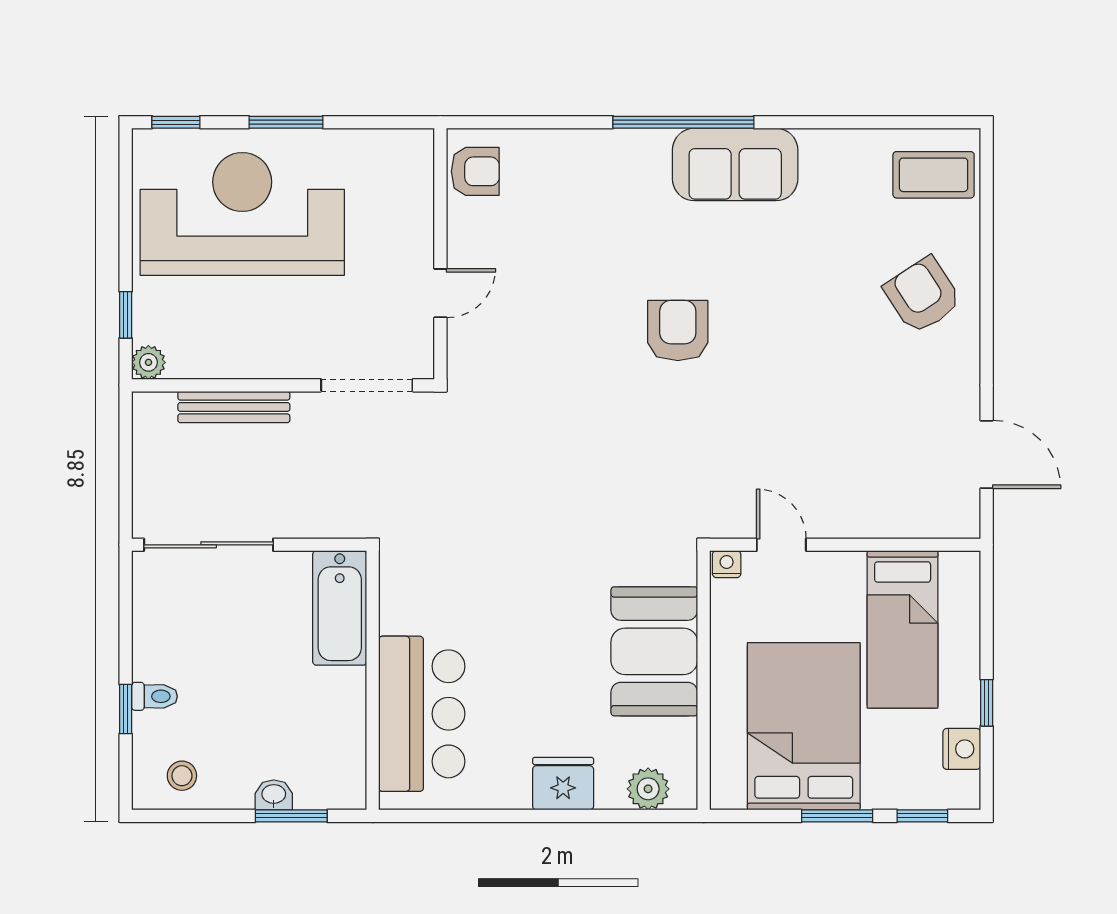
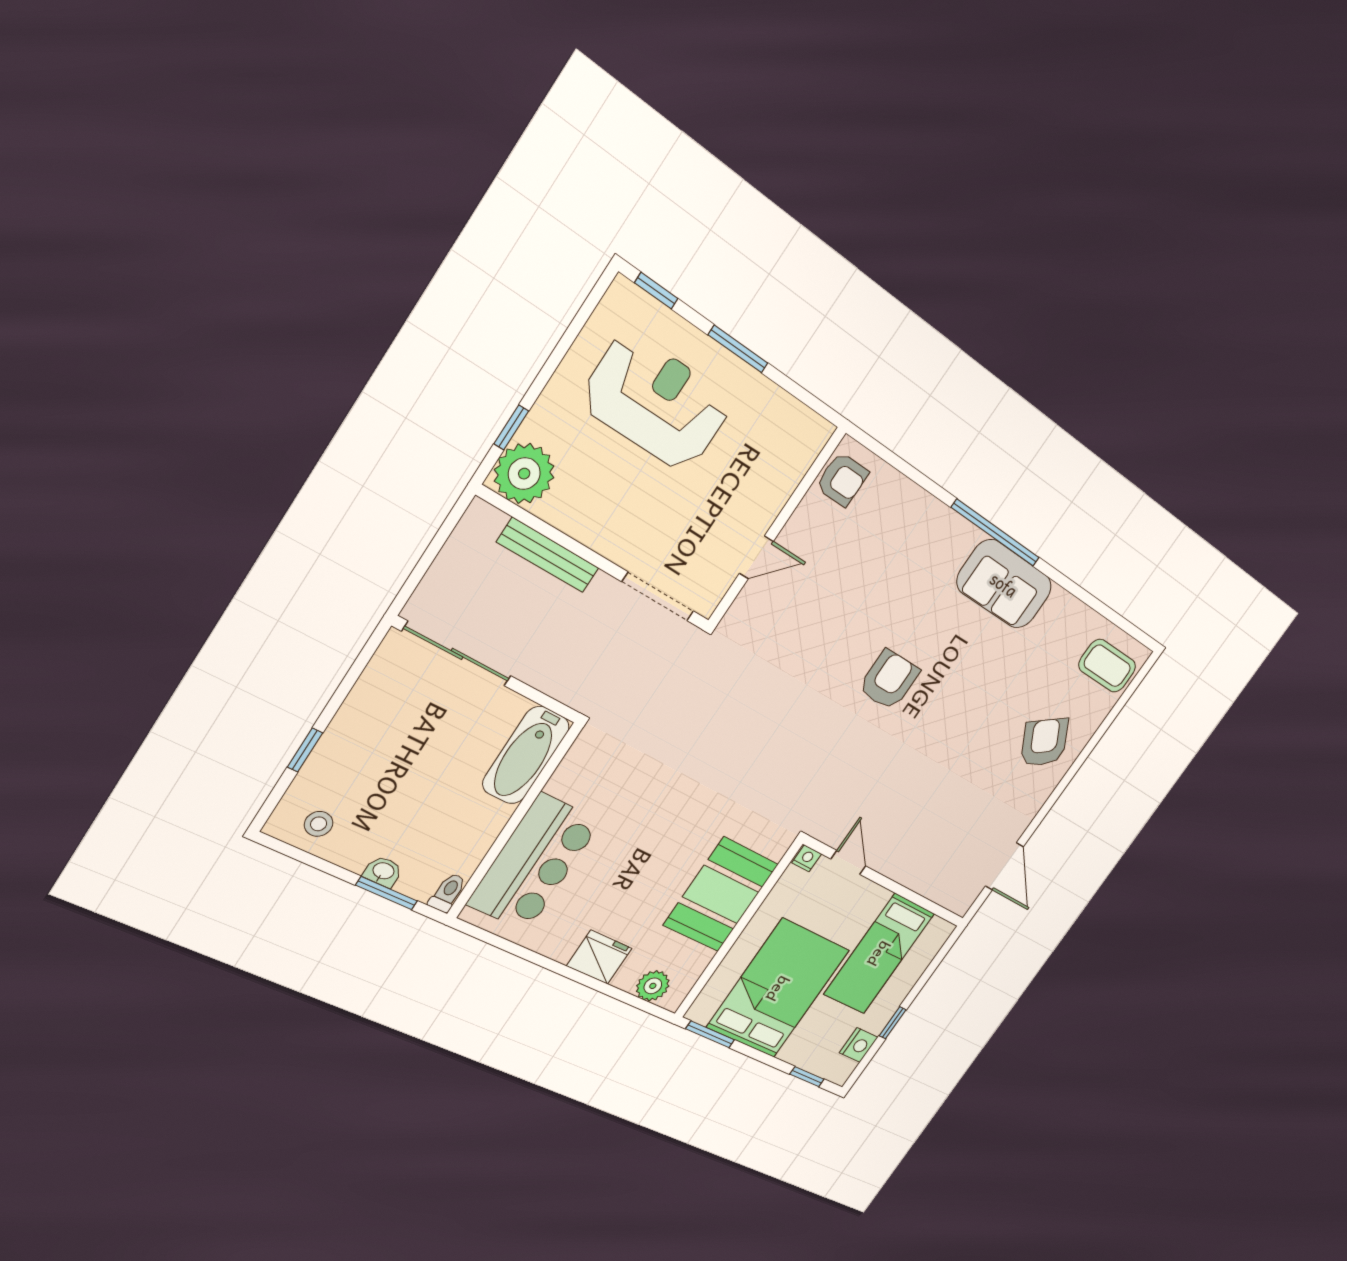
reception desk: (242, 214) -> (657, 402), width x0.74, depth x0.77
plant: (148, 362) -> (524, 474), width x1.88, depth x1.88
toilet: (154, 696) -> (448, 893), moved, turned -90
window: (837, 816) -> (710, 1034), moved

